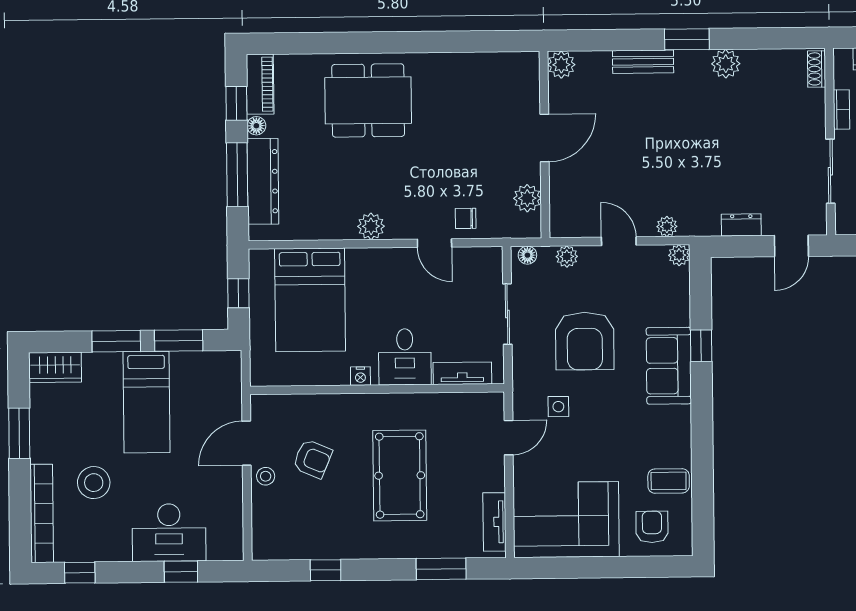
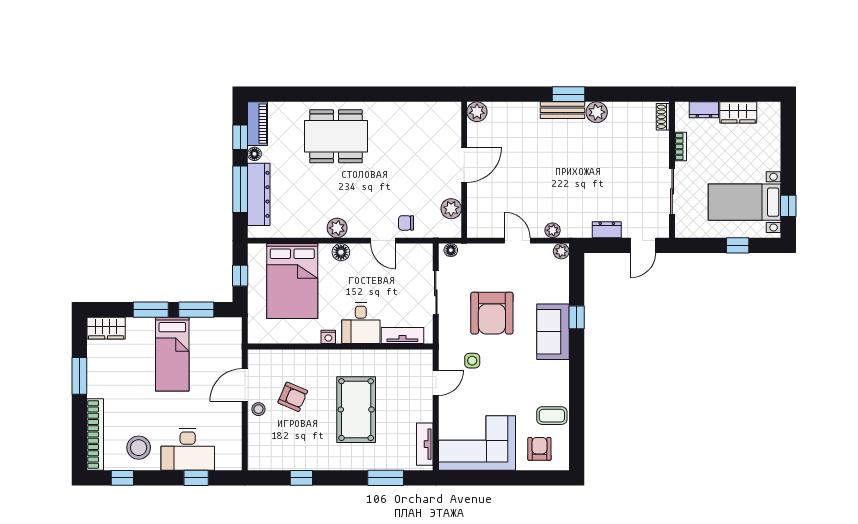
bench: (643, 62) -> (562, 110), moved
plant: (567, 257) -> (479, 251), removed
floor lamp: (377, 260) -> (341, 252), added
stool: (94, 483) -> (139, 448), moved

